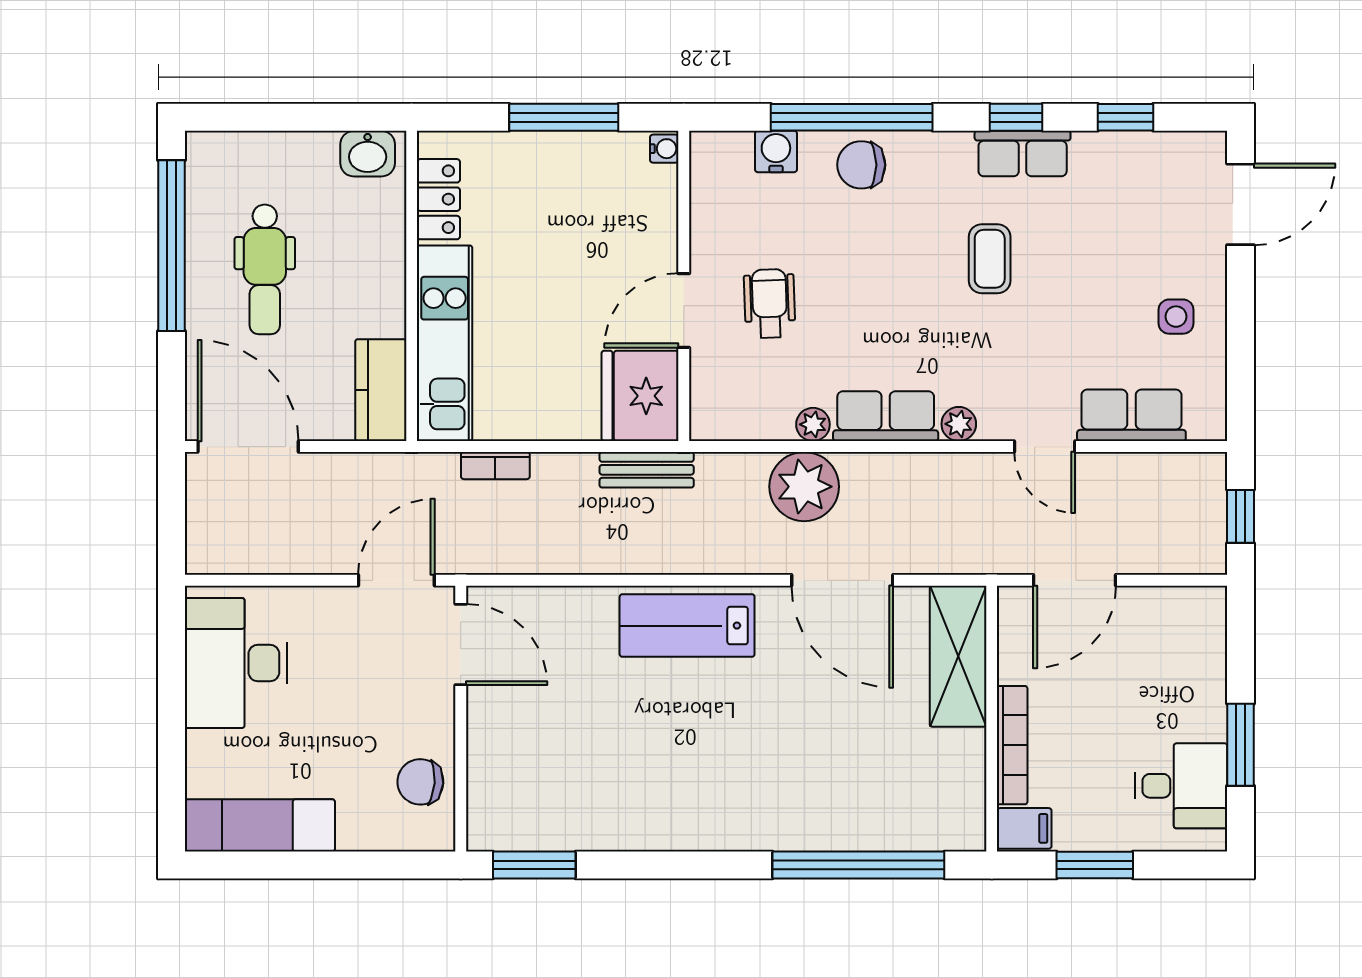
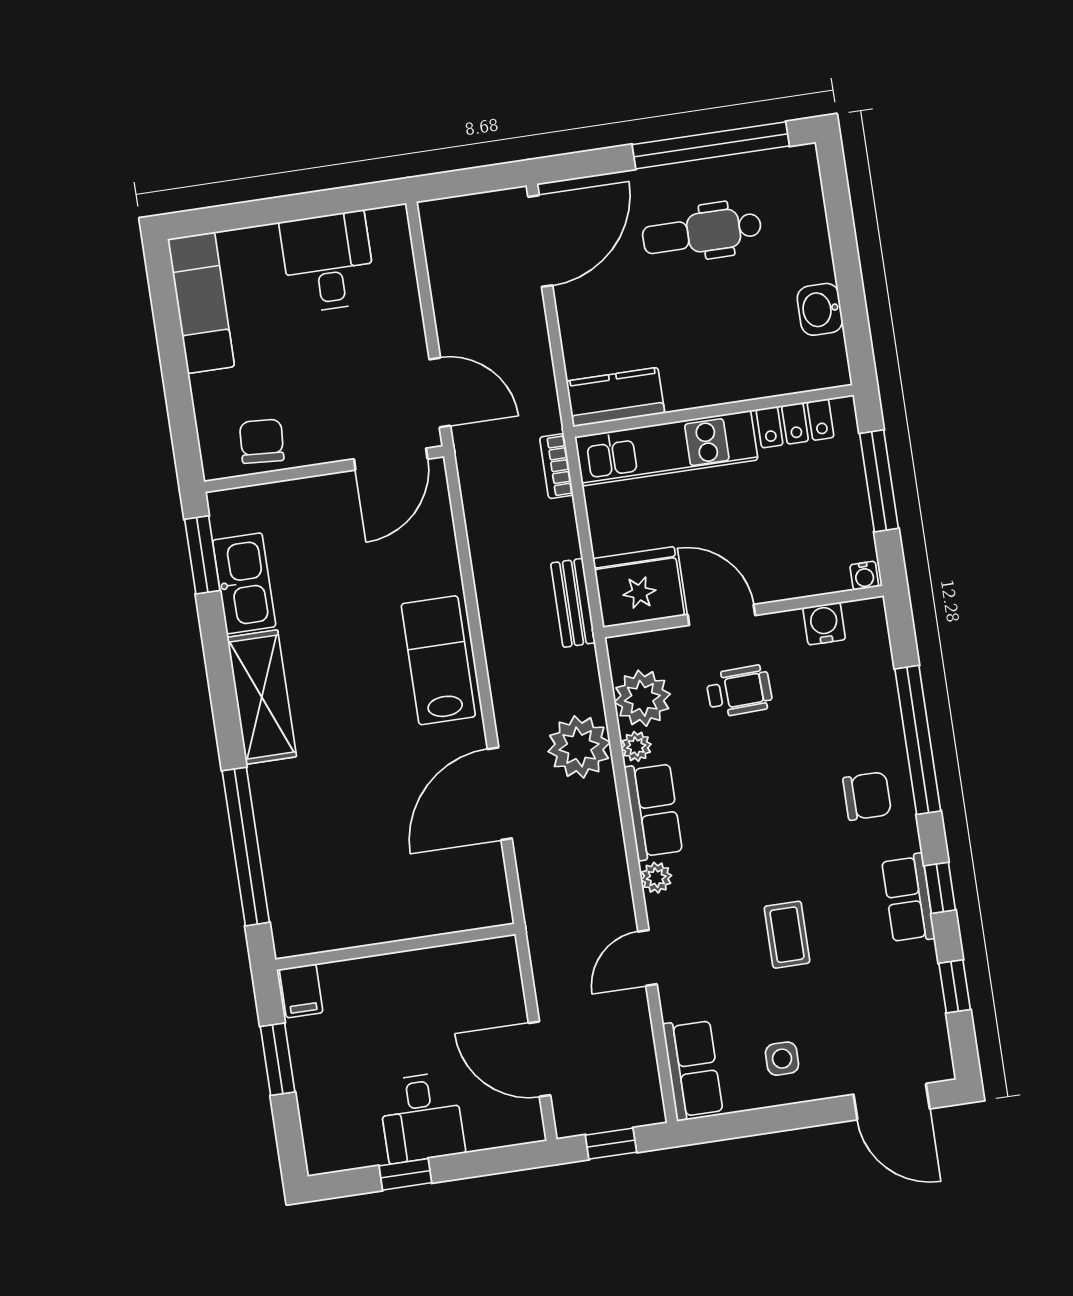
water cooler: (776, 151) -> (824, 624), moved, turned -90
chair: (861, 165) -> (867, 796), moved, turned 90
locker: (438, 199) -> (795, 423), moved
coffee table: (990, 259) -> (787, 935), moved, turned 90
wall: (412, 286) -> (713, 411), moved
kitchen unit: (445, 343) -> (666, 448), moved
kitchen counter: (381, 390) -> (615, 397), moved
plant: (761, 410) -> (642, 698), added
row of seats: (1131, 415) -> (693, 1069), moved
door: (1075, 580) -> (539, 1059), moved
shelving: (958, 656) -> (262, 697), moved, turned 90
desk: (236, 663) -> (328, 262), width x0.73
bookcase: (1012, 745) -> (374, 969), removed
window: (1241, 745) -> (405, 1174), width x0.67
desk: (1181, 786) -> (422, 1117), moved
kitchen sink: (572, 824) -> (244, 583), added

